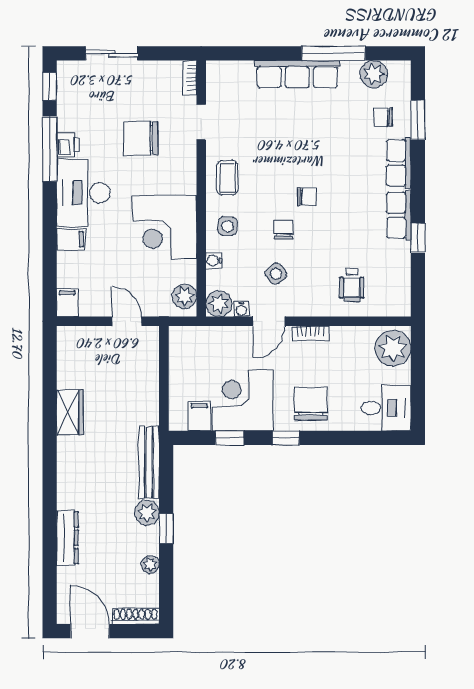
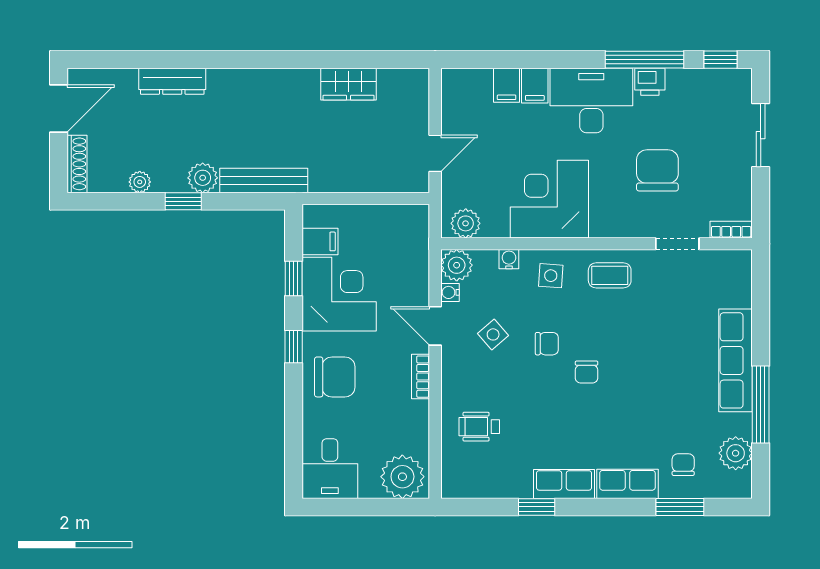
filing cabinet: (67, 303) -> (507, 85), moved, turned 90
wardrobe: (70, 412) -> (349, 84), moved

